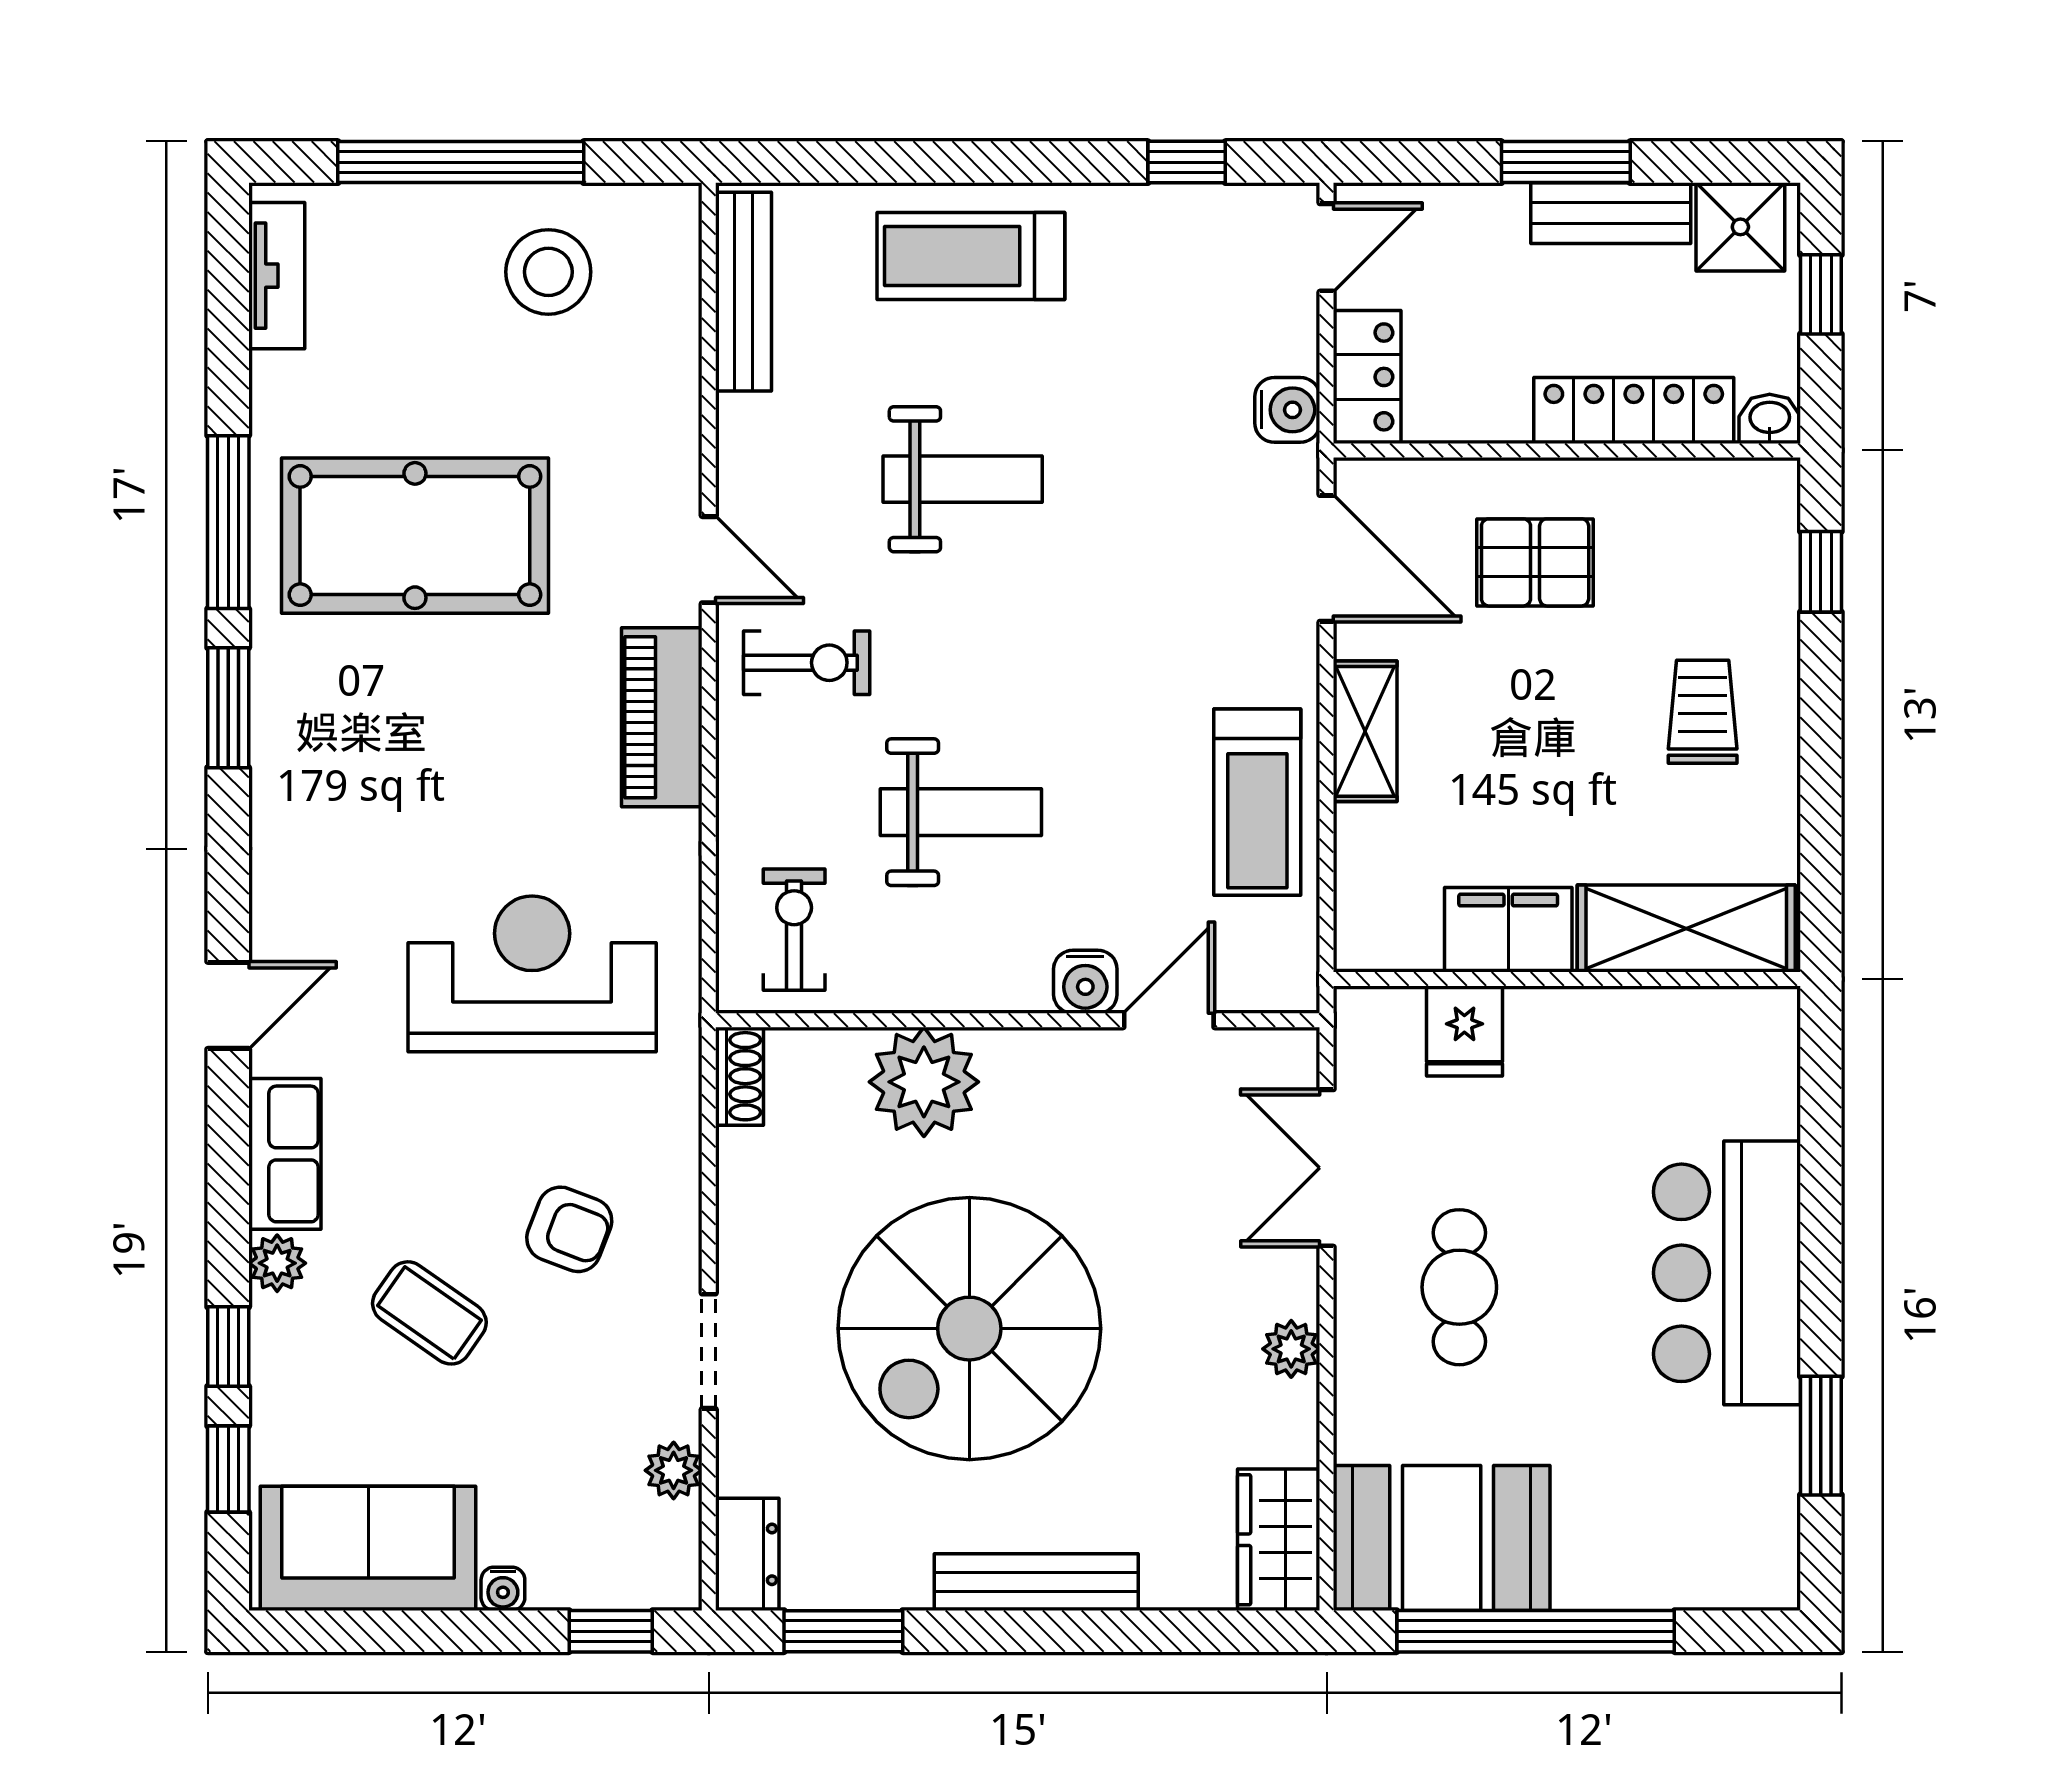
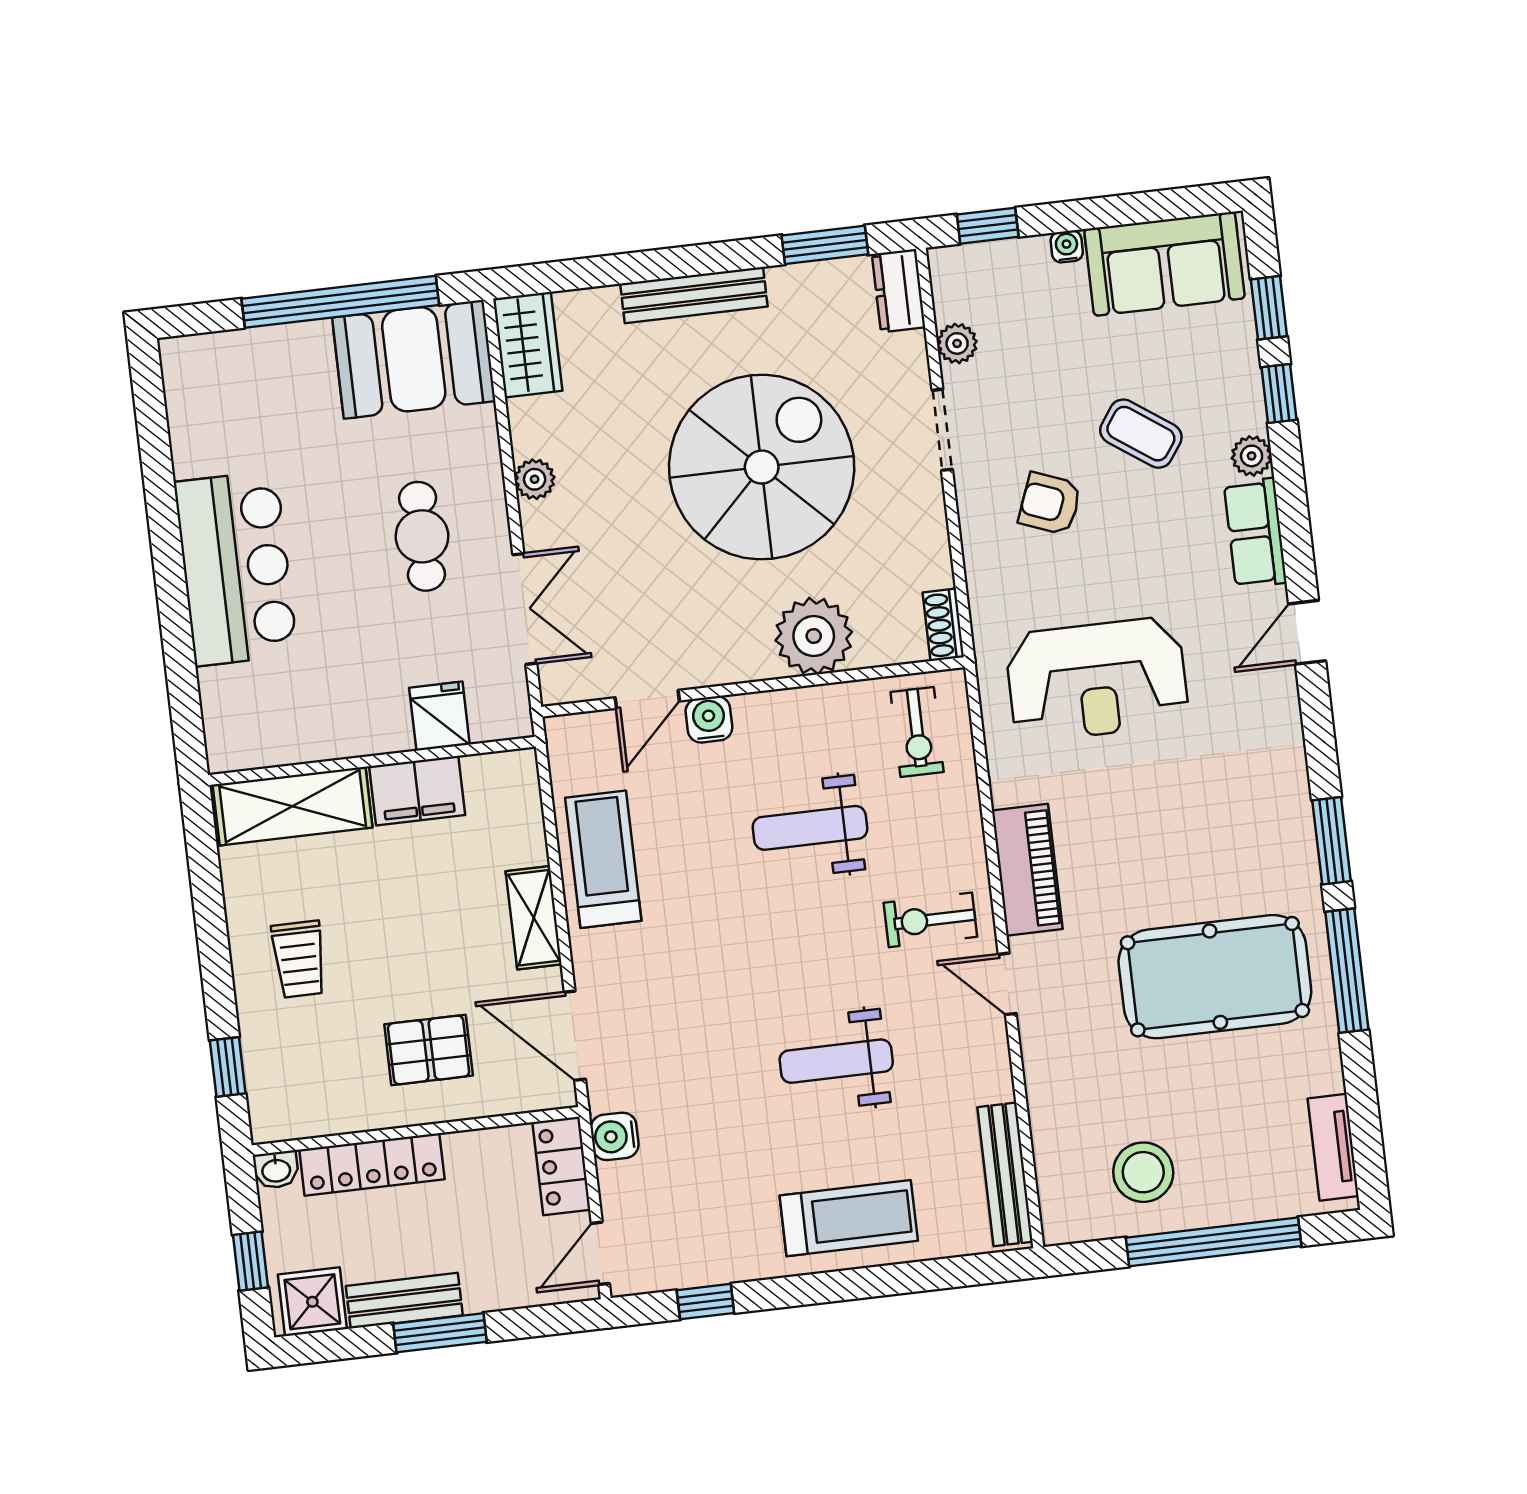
window: (1821, 1436) -> (157, 462), removed

